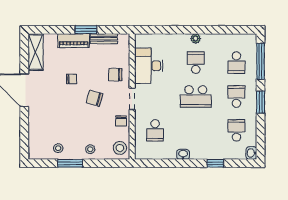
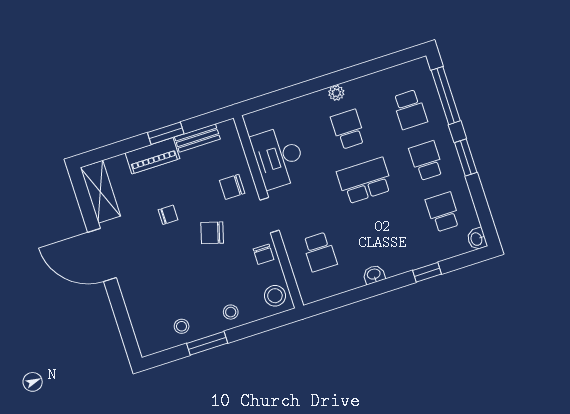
school desk: (196, 96) -> (365, 181), turned 180

